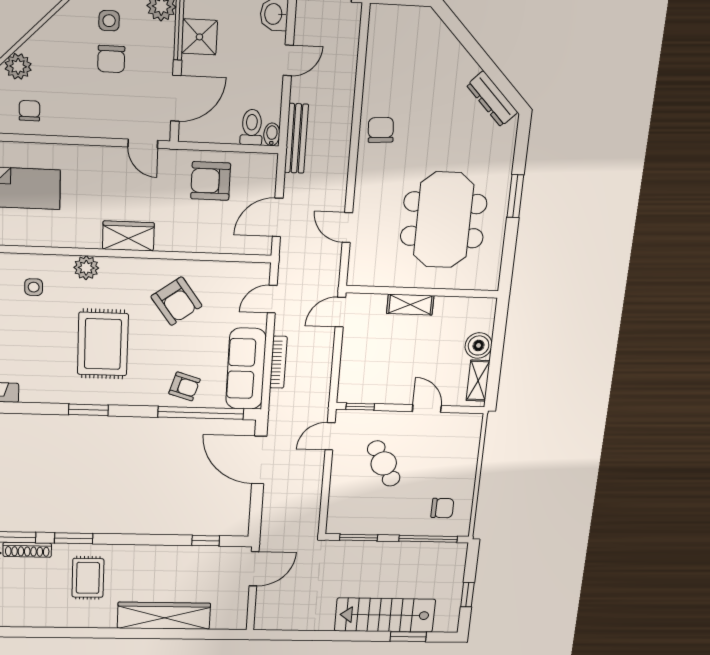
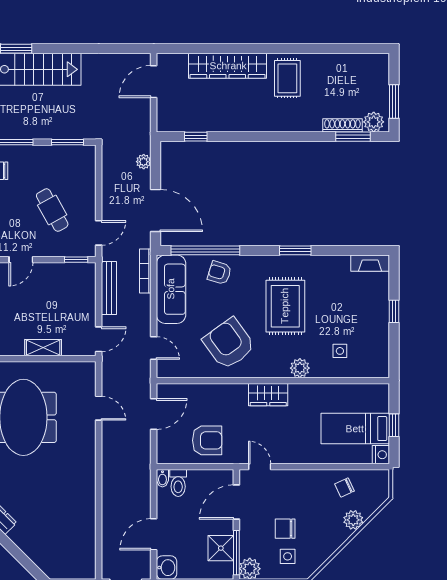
chair: (111, 59) -> (285, 529), turned -90
door: (288, 60) -> (154, 534), width x1.37
chair: (29, 111) -> (345, 488), turned 65
chair: (381, 130) -> (79, 486), removed
bench: (296, 138) -> (109, 288), moved
door: (272, 299) -> (154, 348), hinge flipped
armchair: (176, 301) -> (229, 344), width x1.36, depth x1.36
bookcase: (278, 362) -> (145, 271), moved
door: (427, 409) -> (21, 260), hinge flipped
plant: (270, 515) -> (144, 162), added
window: (74, 538) -> (305, 137), removed
door: (254, 569) -> (154, 82), moved
rug: (88, 578) -> (287, 78), moved

